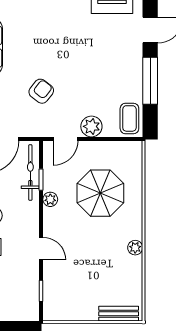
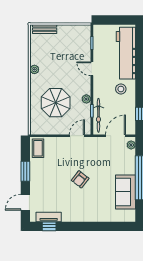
window: (150, 81) -> (25, 171), width x0.69
armchair: (41, 91) -> (80, 179), moved
plant: (91, 126) -> (61, 143), removed

